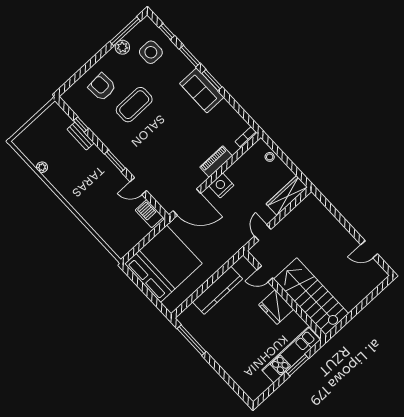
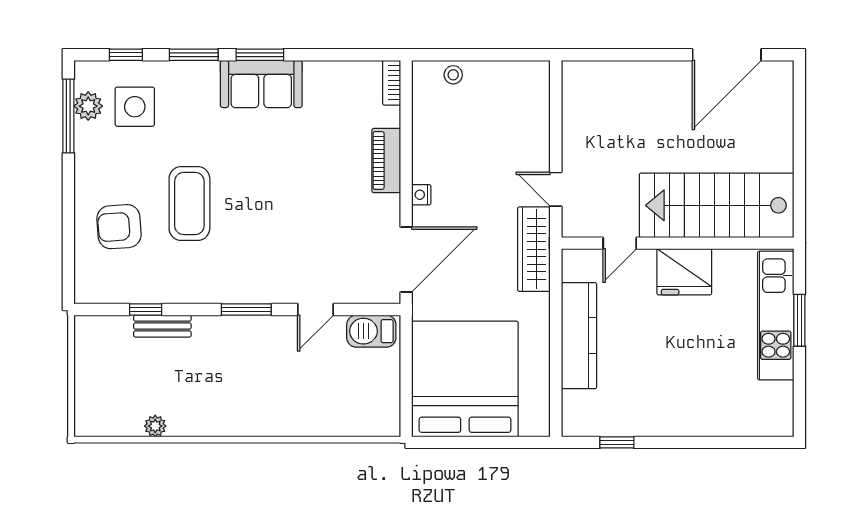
plant: (122, 47) -> (88, 106), moved
nightstand: (221, 185) -> (421, 195), width x0.53, depth x0.56
wardrobe: (287, 195) -> (534, 249), moved
door: (369, 249) -> (727, 55), width x1.87
window: (192, 340) -> (617, 442), width x0.46

